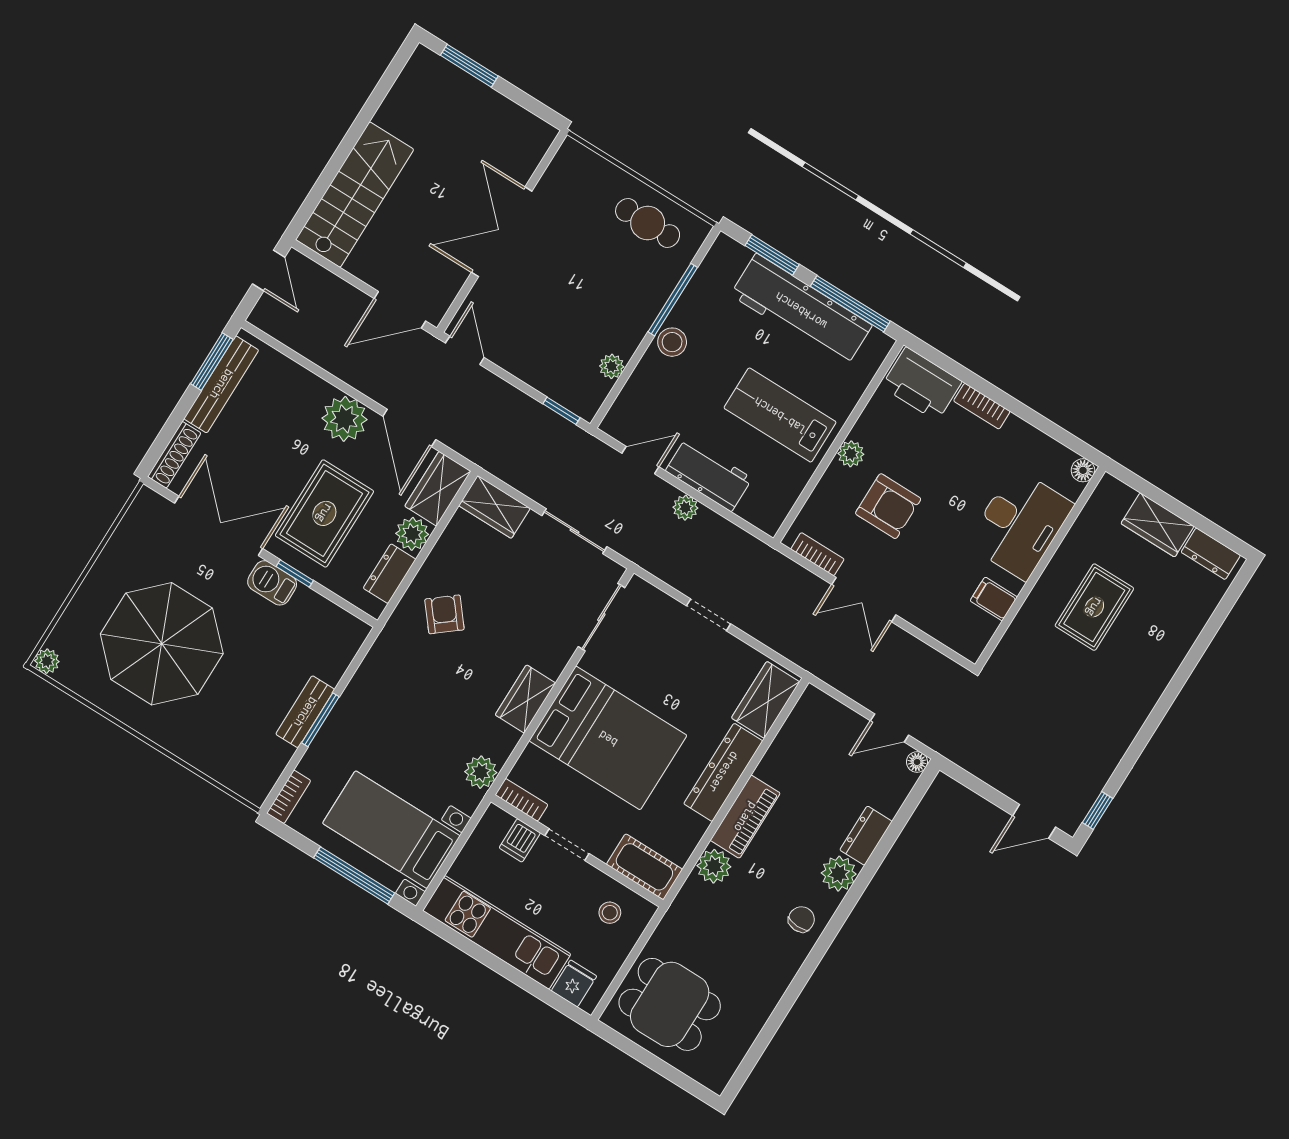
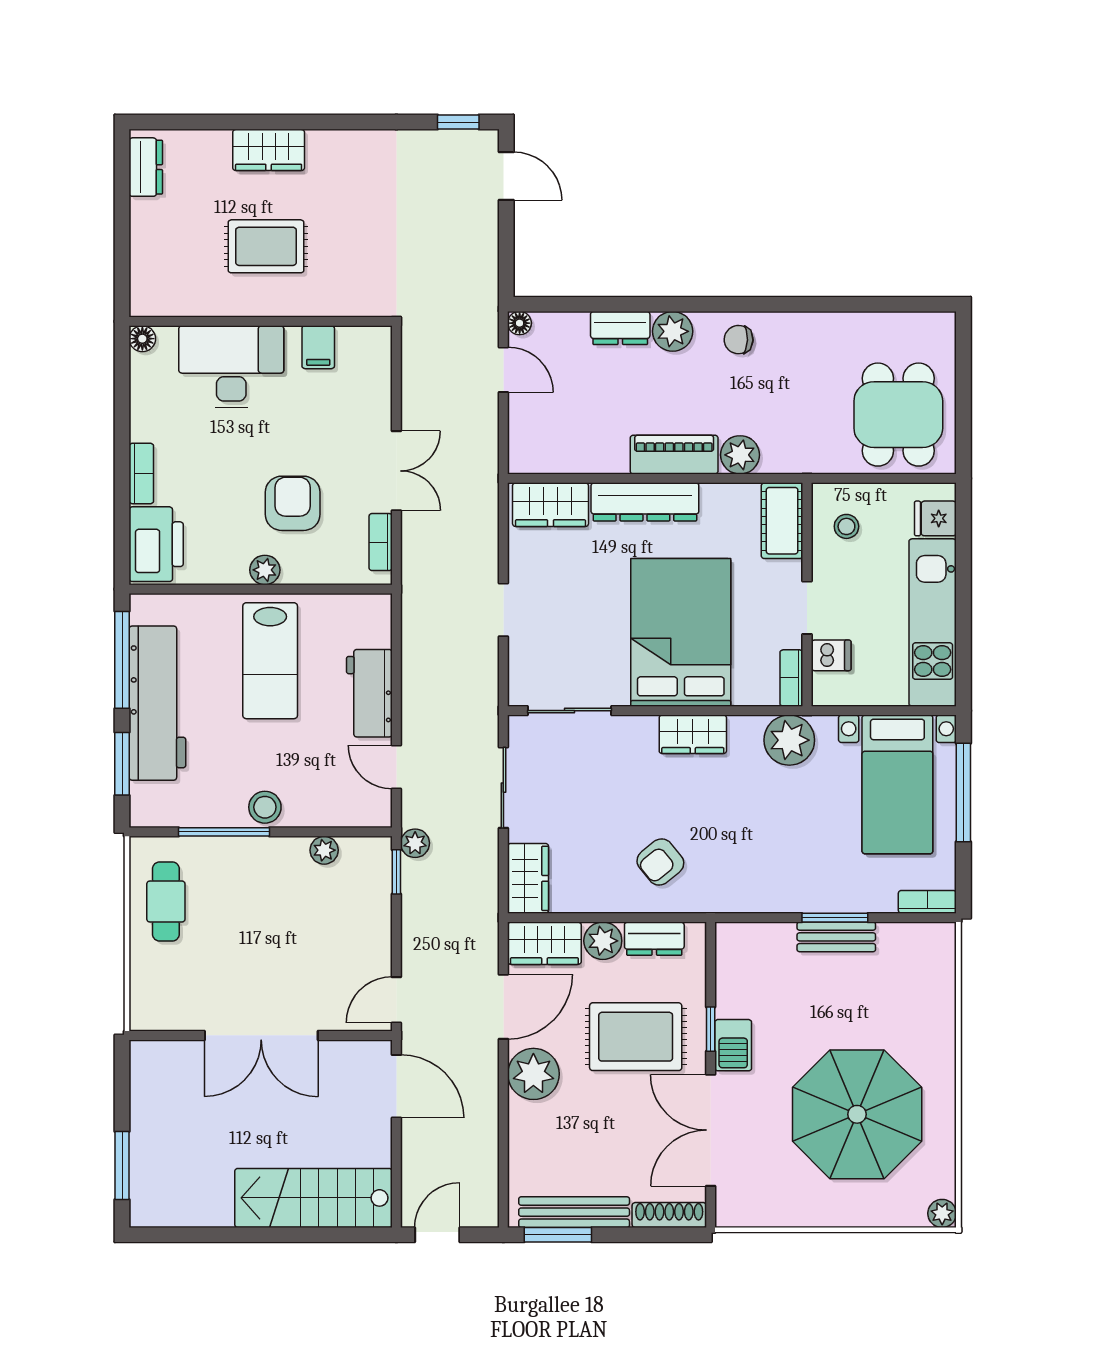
plant: (685, 508) -> (415, 843), moved
wardrobe: (1157, 525) -> (269, 150), moved, turned 90
plant: (481, 772) -> (789, 740), width x1.36, depth x1.36

